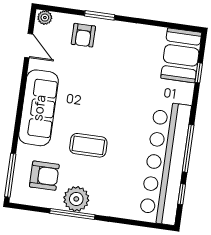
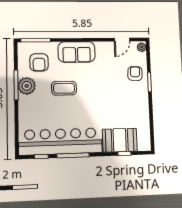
armchair: (83, 35) -> (135, 74), turned 93
booth: (181, 55) -> (120, 140), moved
sofa: (39, 108) -> (77, 52), width x0.73
coffee table: (88, 145) -> (64, 88), turned 90

